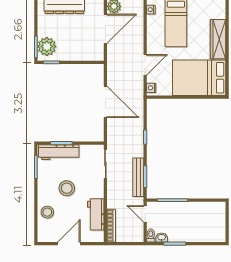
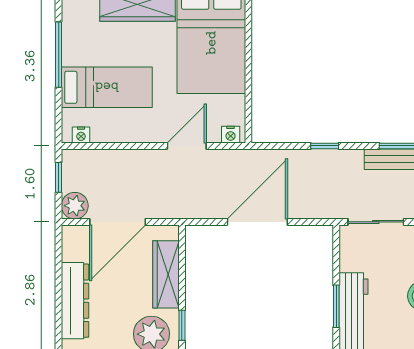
door: (105, 29) -> (118, 222), swing flipped
wardrobe: (78, 54) -> (166, 274), added
door: (145, 65) -> (187, 146), hinge flipped

